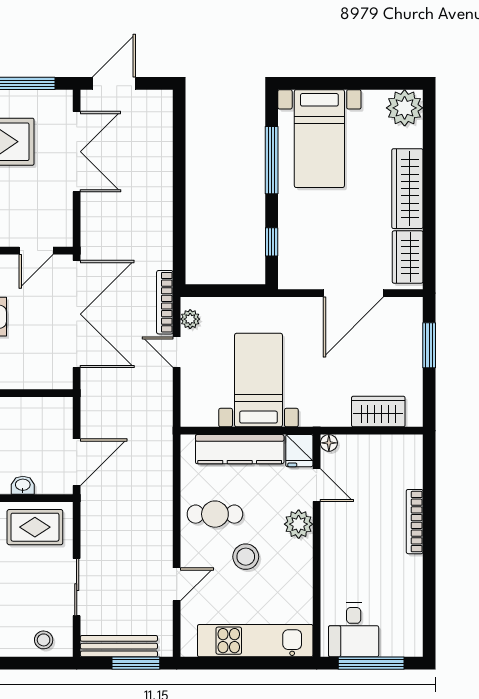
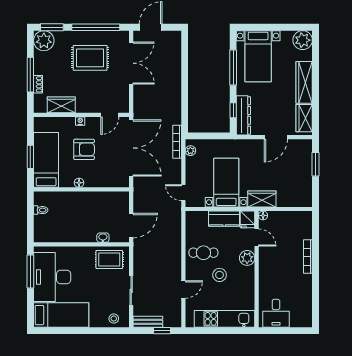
dresser: (291, 252) -> (243, 115), added
door: (353, 293) -> (276, 137), width x0.73
door: (177, 352) -> (183, 193), moved
wardrobe: (378, 411) -> (262, 199), moved
kitchen counter: (240, 449) -> (224, 219), width x0.67
bench: (119, 646) -> (148, 322), width x0.73
window: (136, 663) -> (162, 331), width x0.67
window: (371, 663) -> (285, 331), removed

